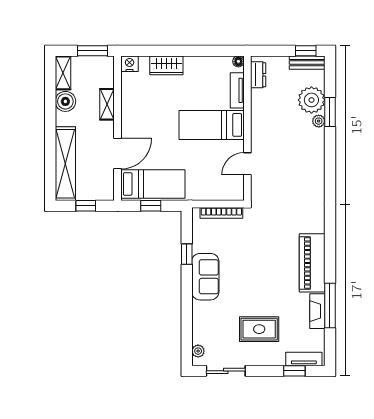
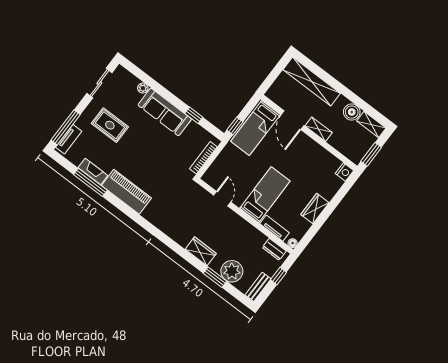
window: (306, 51) -> (278, 276), moved
wardrobe: (166, 65) -> (315, 209), moved
shelving: (107, 104) -> (319, 129), moved
plant: (319, 121) -> (215, 266), removed
wardrobe: (315, 146) -> (201, 251), added
window: (86, 206) -> (274, 74), removed
window: (151, 206) -> (235, 126), moved
sofa: (205, 277) -> (165, 112), width x1.36
rug: (259, 329) -> (110, 125), turned 90
plant: (198, 351) -> (143, 88), moved
window: (294, 371) -> (66, 127), width x2.17

